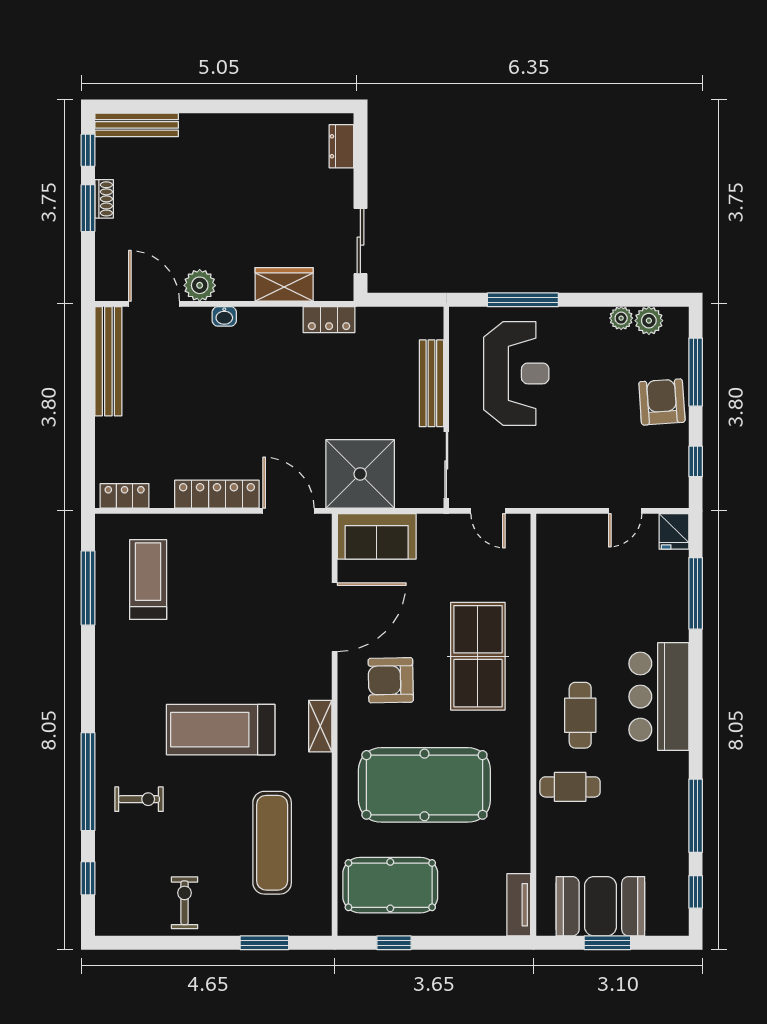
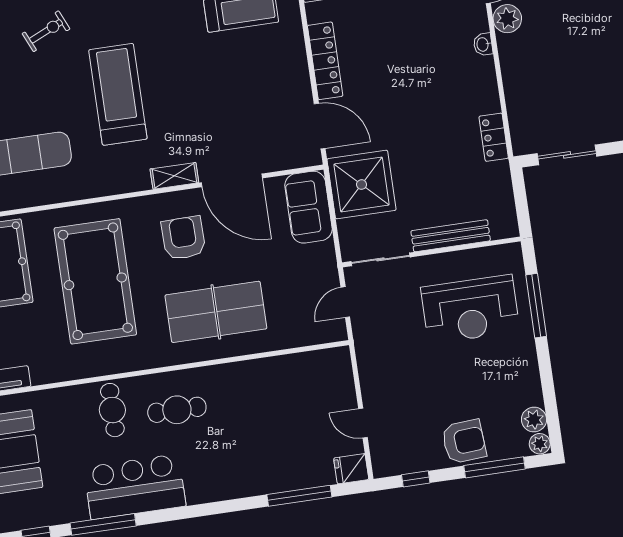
wardrobe: (284, 284) -> (519, 93), removed
plant: (621, 318) -> (540, 444), moved
door: (289, 511) -> (320, 126), hinge flipped
bar counter: (659, 697) -> (135, 487), moved
shelving: (320, 726) -> (174, 176), moved
exercise bike: (139, 799) -> (46, 31), turned -114

